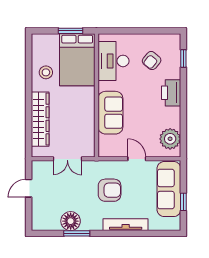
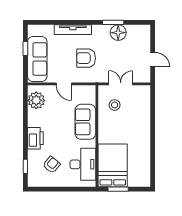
stool: (46, 72) -> (115, 105), moved
wardrobe: (40, 119) -> (143, 117), removed
door: (29, 188) -> (153, 60), hinge flipped

